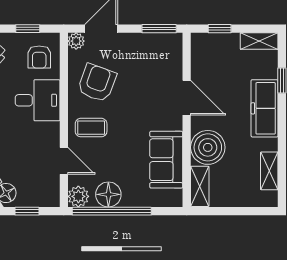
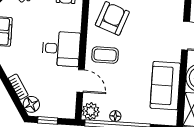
desk: (38, 100) -> (61, 49), moved
floor lamp: (108, 194) -> (115, 116), width x0.53, depth x0.53

